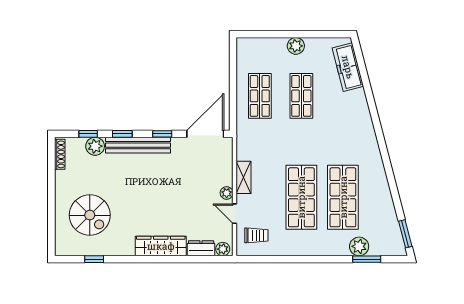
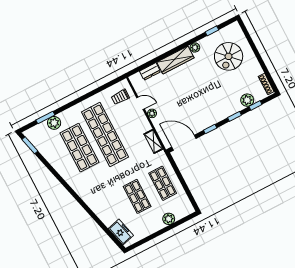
plant: (296, 46) -> (169, 219), moved
freezer: (348, 67) -> (121, 232), width x0.71
door: (205, 134) -> (184, 143), swing flipped
bench: (138, 145) -> (221, 114), removed
shelving: (243, 177) -> (154, 141), moved
shop shelf: (301, 197) -> (105, 134), width x1.40
spiral stairs: (90, 215) -> (229, 56), turned -90
plant: (223, 249) -> (195, 48), moved

